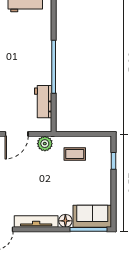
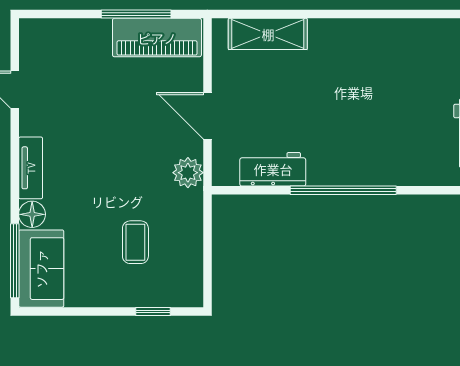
coffee table: (75, 154) -> (135, 242), moved
tv unit: (36, 221) -> (31, 168), width x0.71

